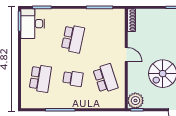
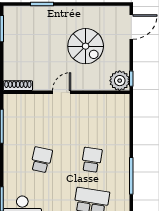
school desk: (73, 39) -> (41, 160), width x0.54
school desk: (105, 78) -> (92, 119), removed

